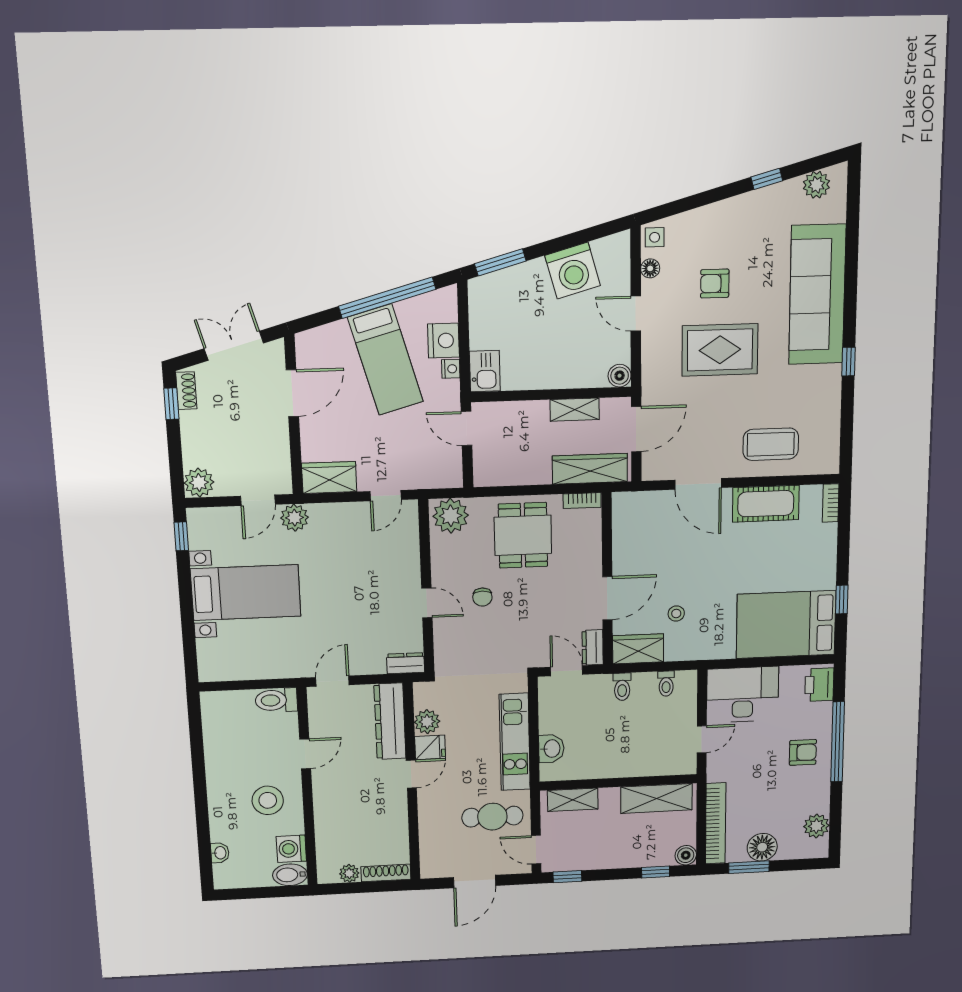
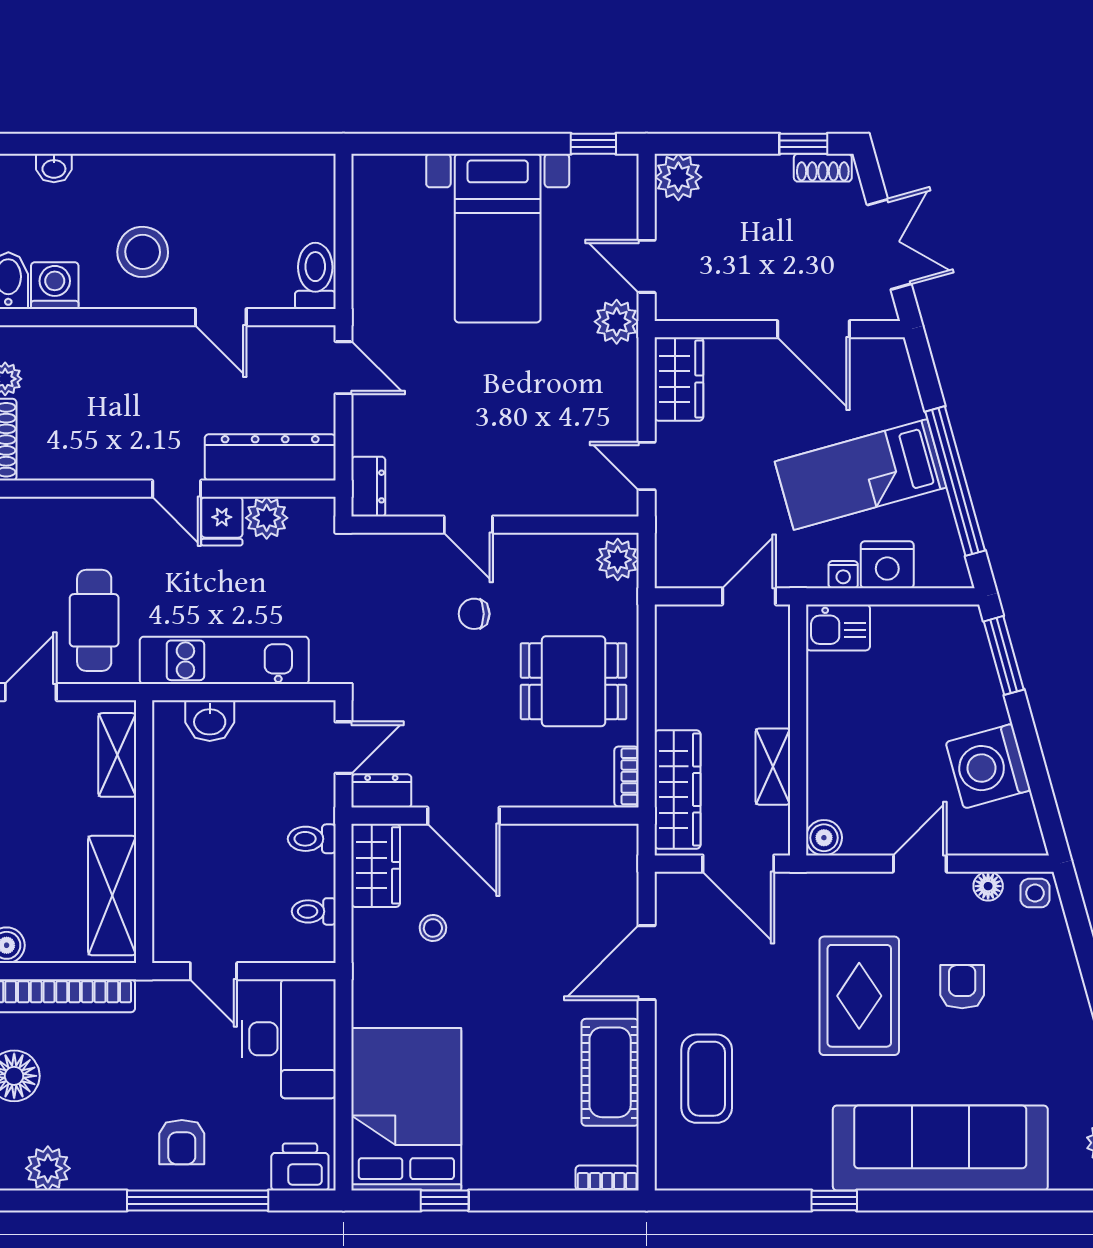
plant: (451, 516) -> (618, 560), width x0.73, depth x0.73
door: (427, 603) -> (468, 525), hinge flipped

